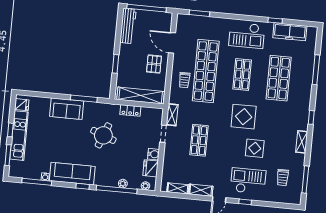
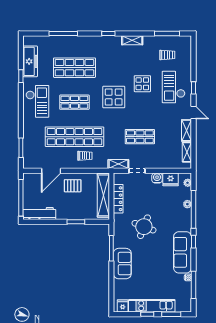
locker: (130, 110) -> (118, 199), width x1.53

